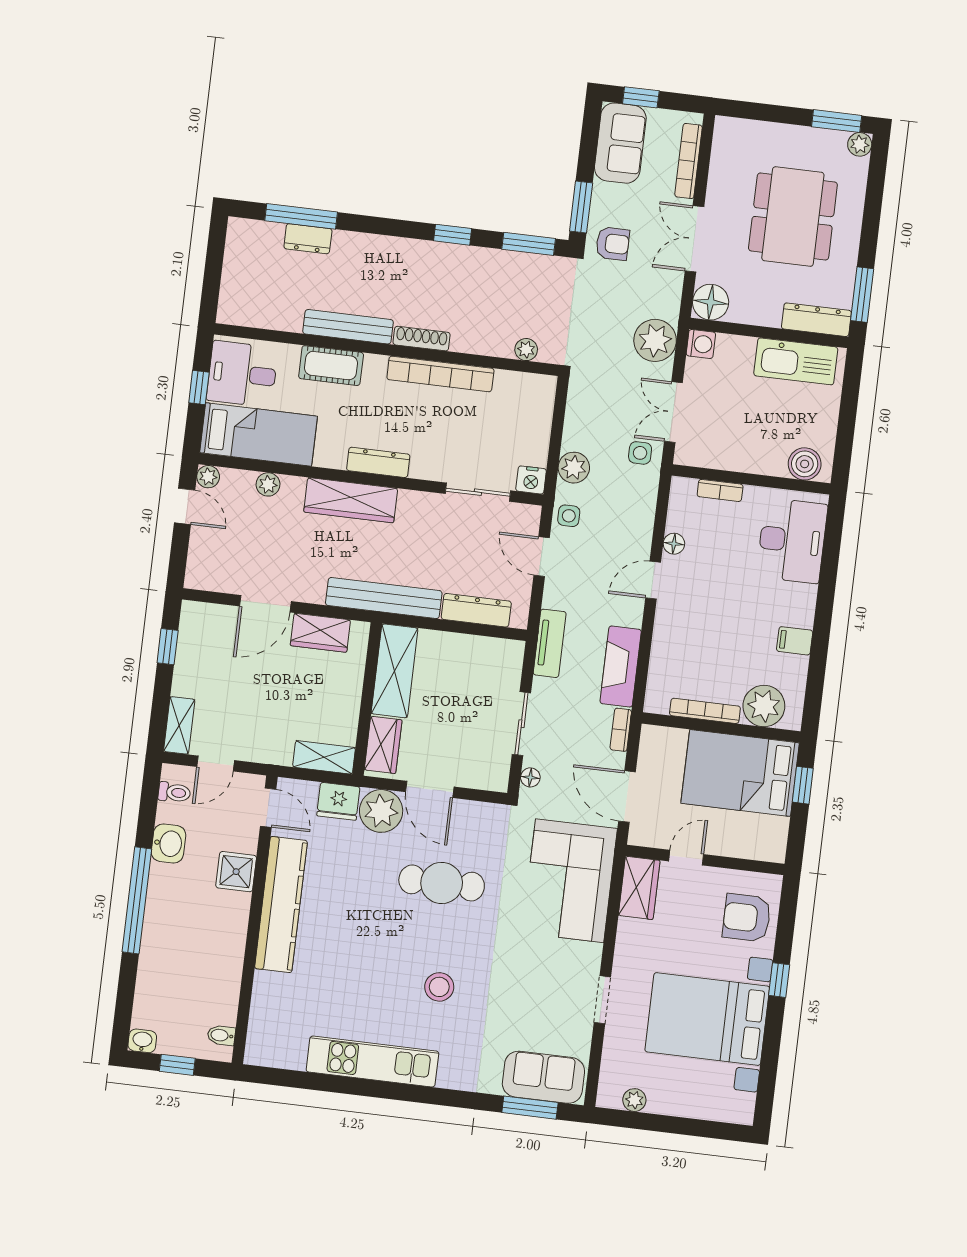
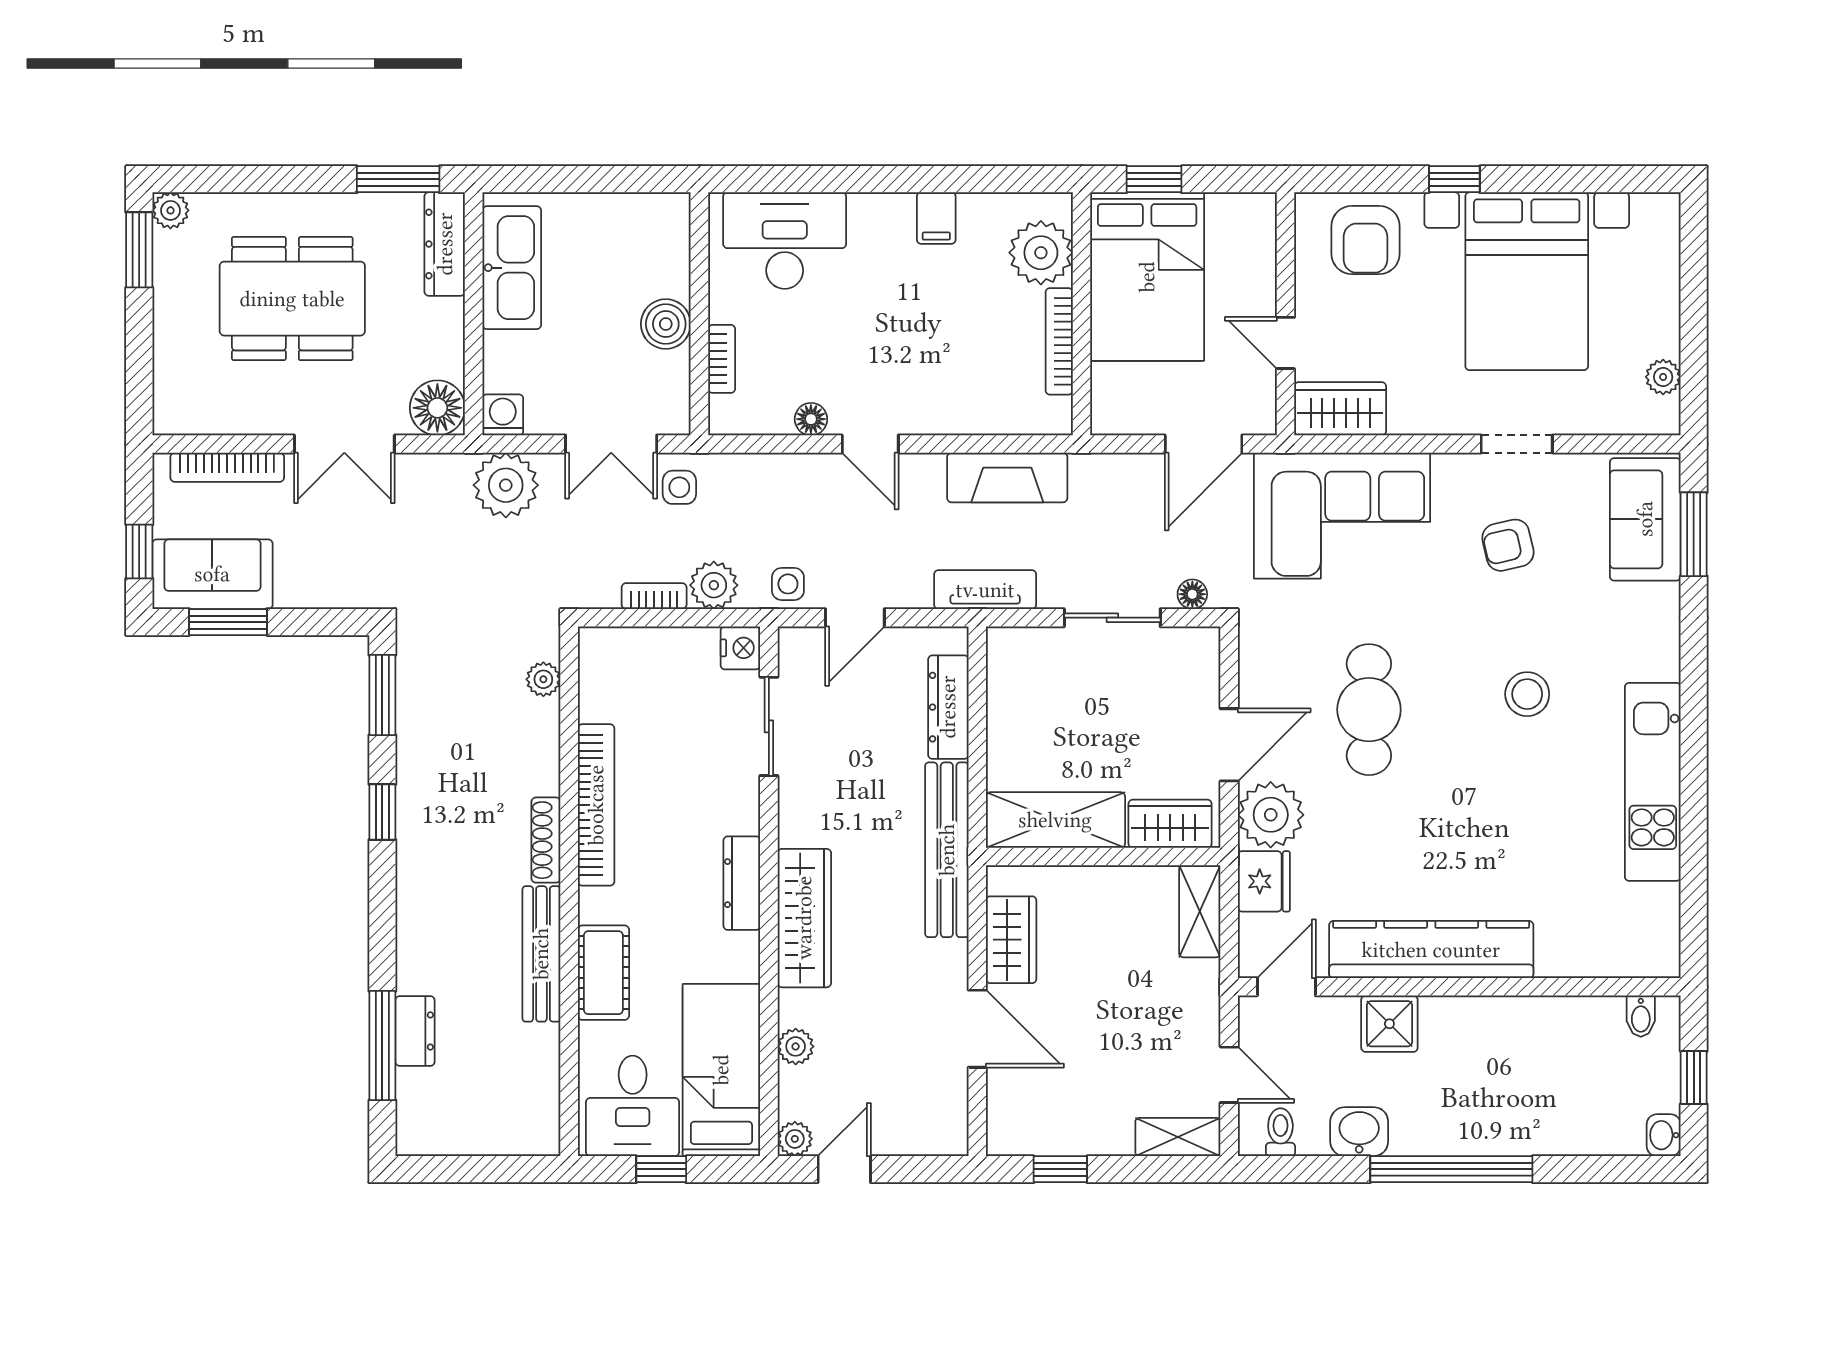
window: (581, 207) -> (228, 622), moved
armchair: (613, 244) -> (1508, 545), moved, turned -103
boiler: (805, 464) -> (666, 324), moved
bookcase: (621, 730) -> (654, 596), moved, turned 180

